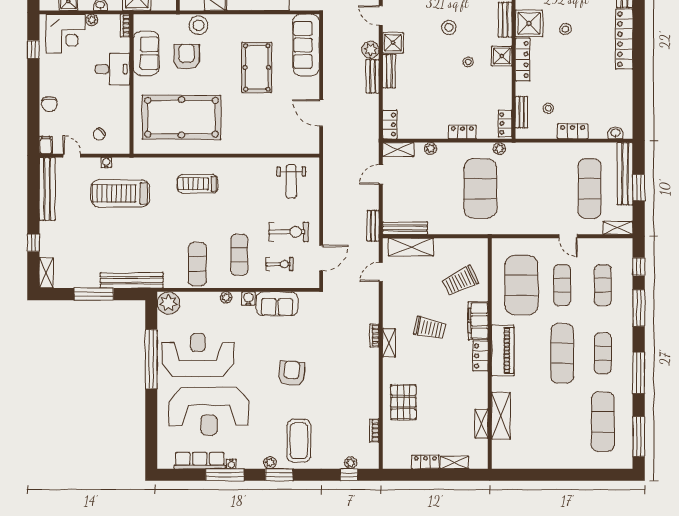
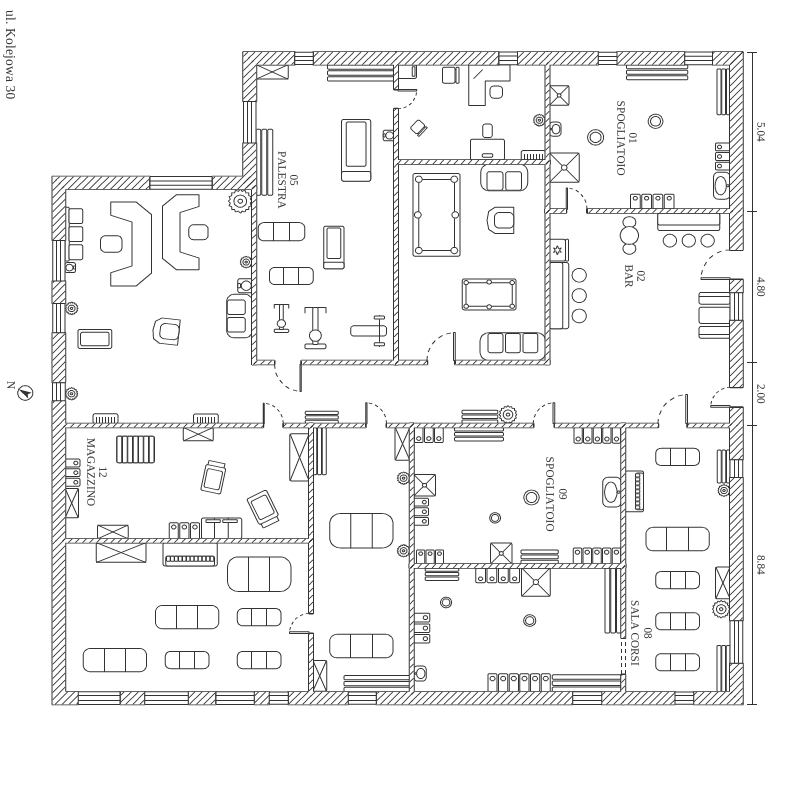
stool: (199, 25) -> (534, 233), removed
corner desk: (65, 34) -> (489, 85), moved, turned -90
shower: (393, 43) -> (425, 485), moved
bench: (389, 71) -> (479, 434), width x1.36
treadmill: (198, 184) -> (334, 248), moved
coffee table: (299, 441) -> (95, 339), width x0.73, depth x0.76

